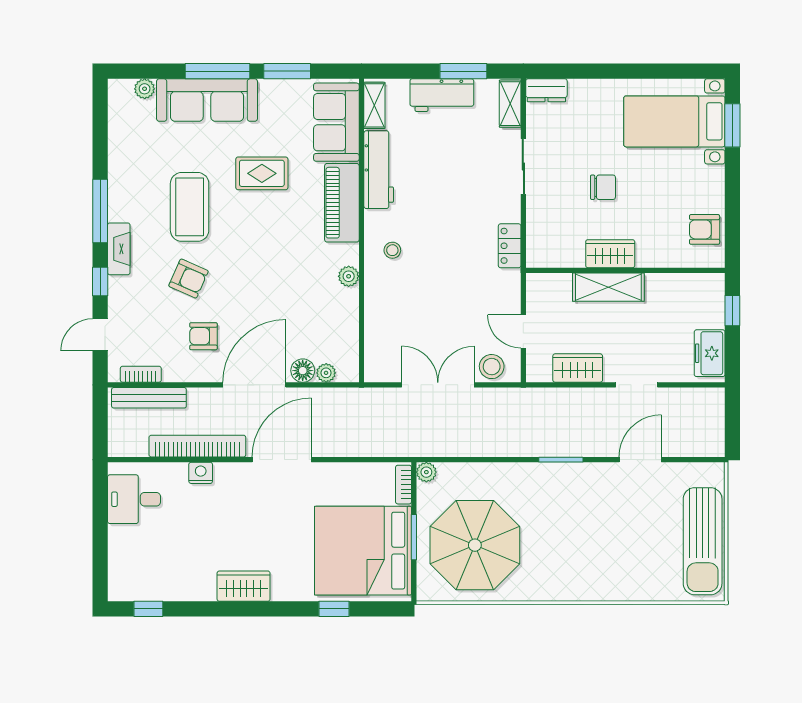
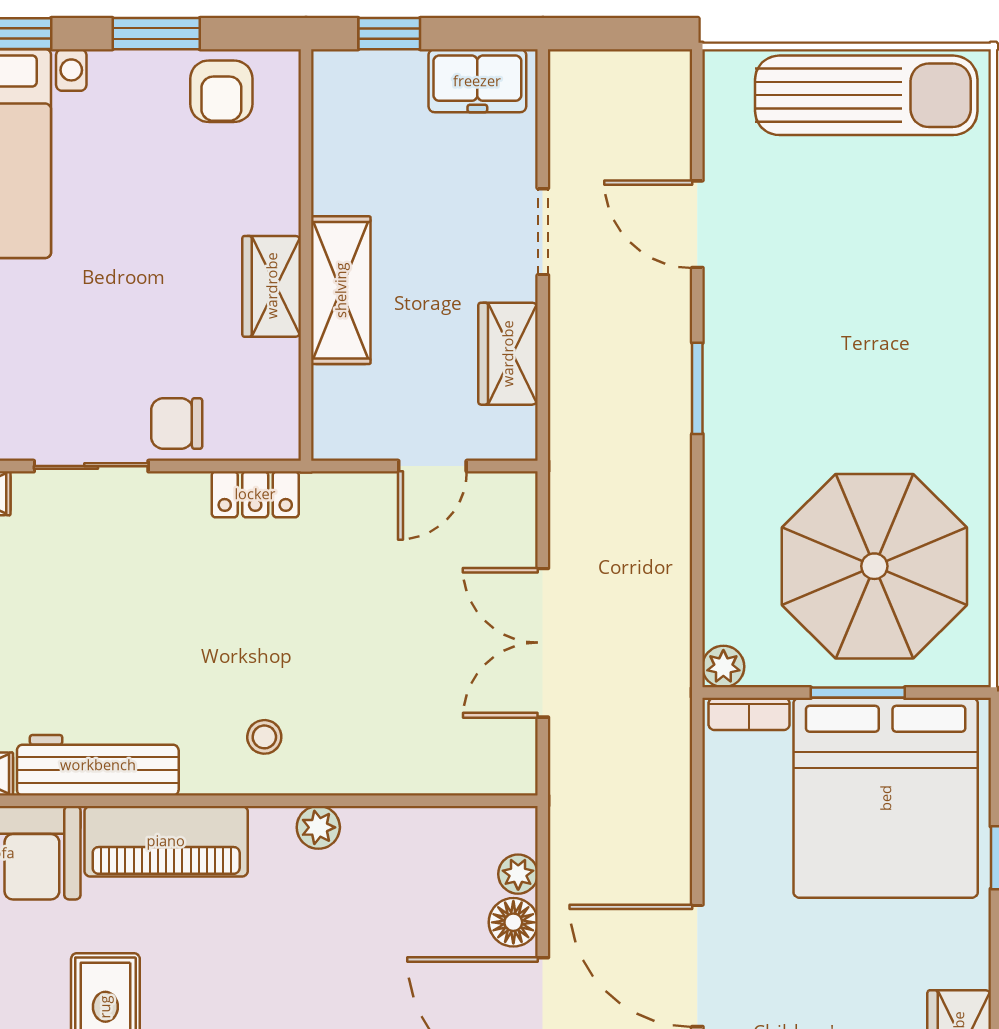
chair: (603, 187) -> (177, 424), moved, turned -90
window: (732, 198) -> (156, 34), added
stool: (492, 367) -> (505, 532), removed

